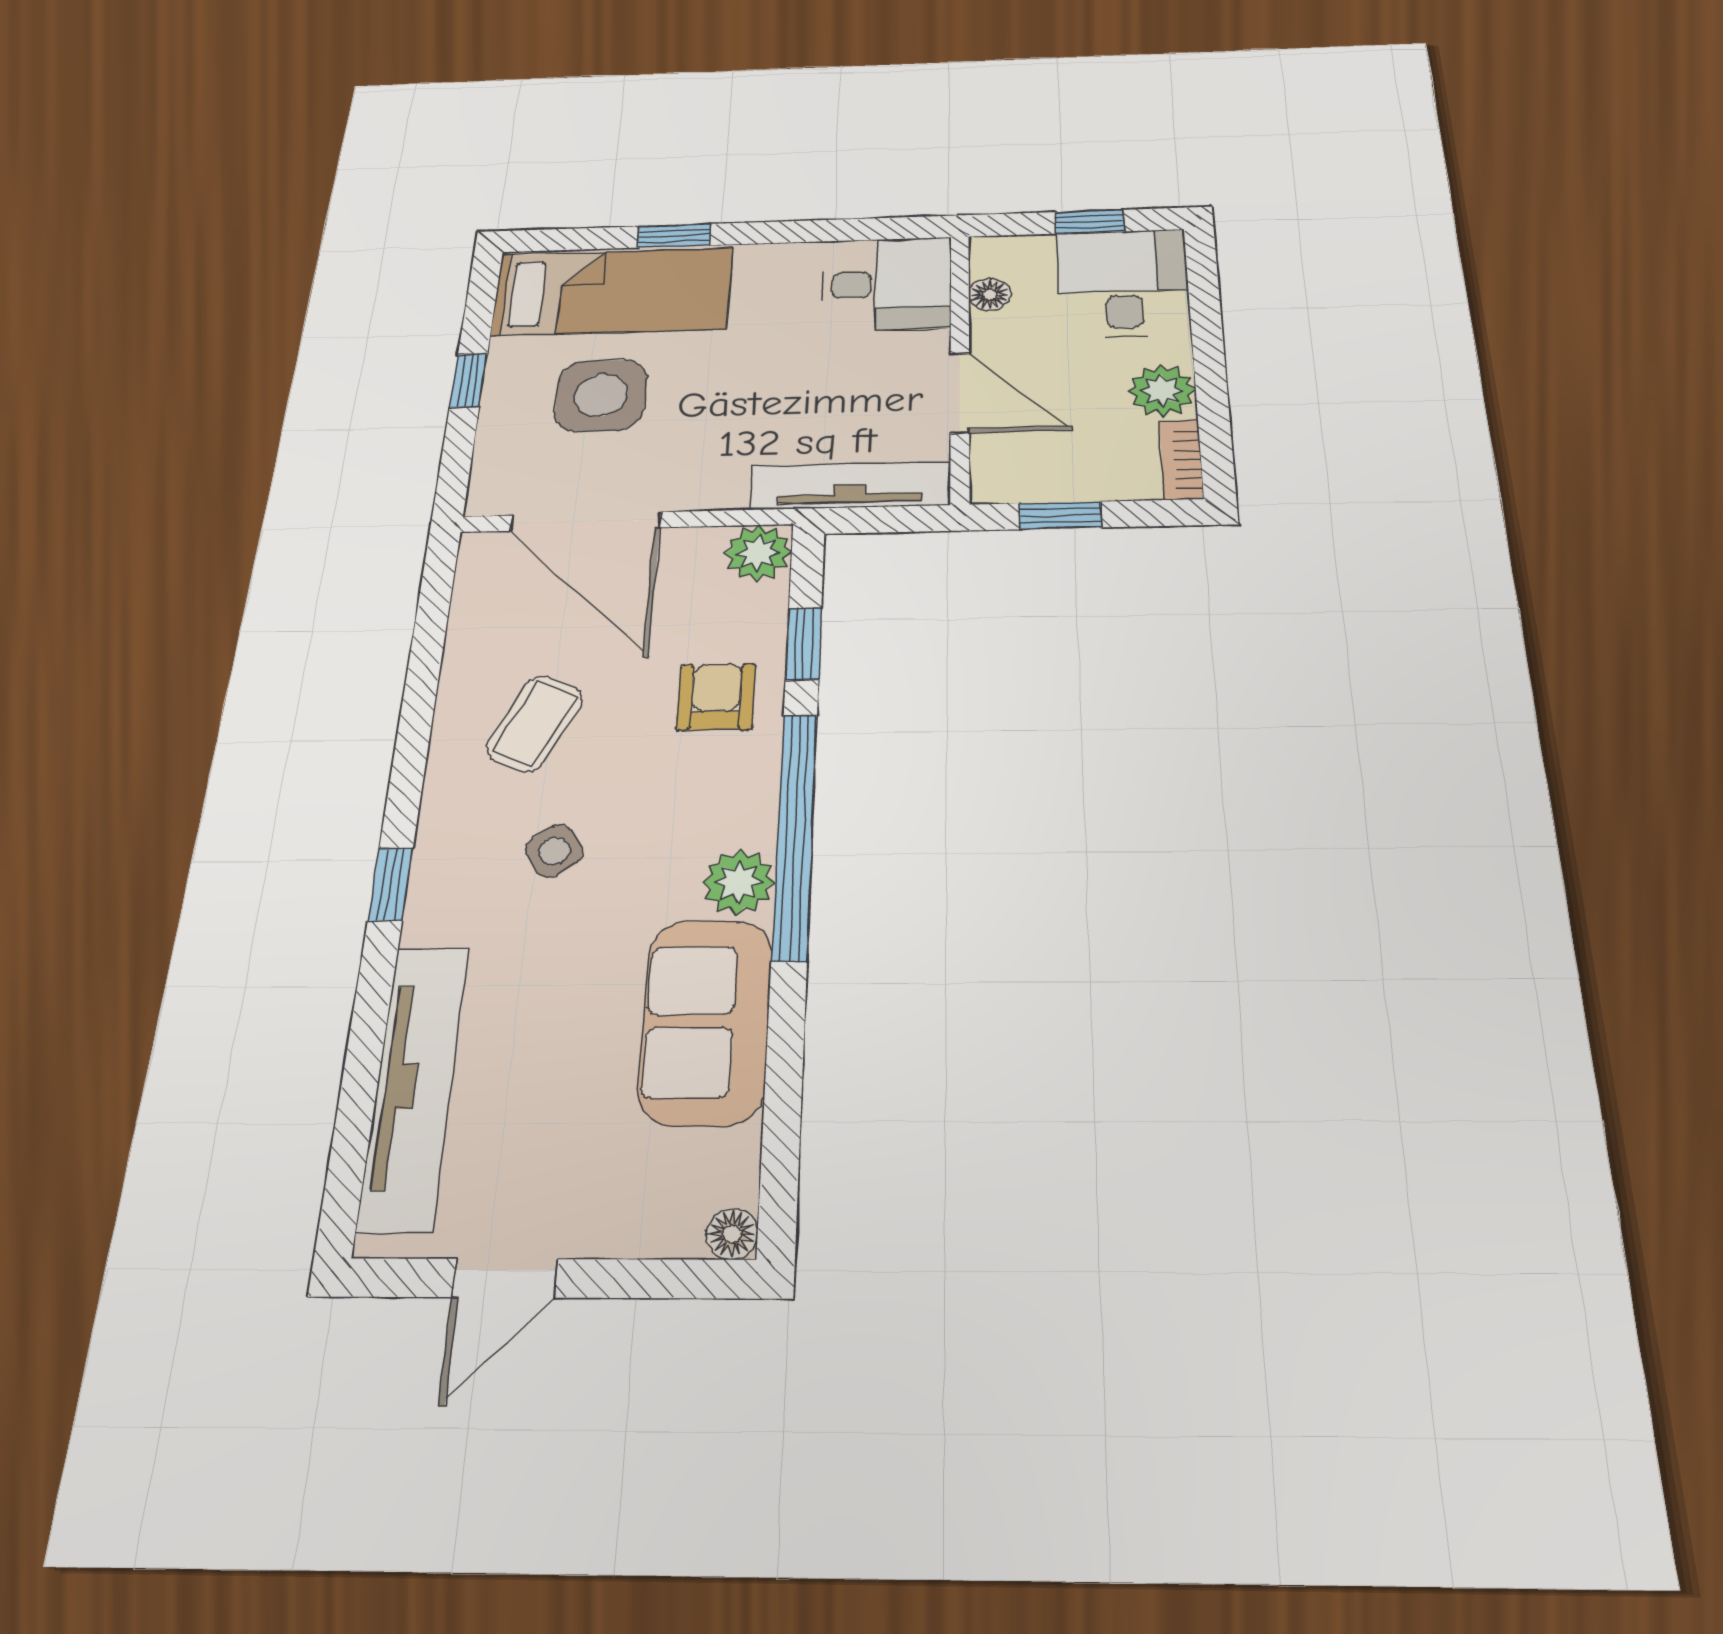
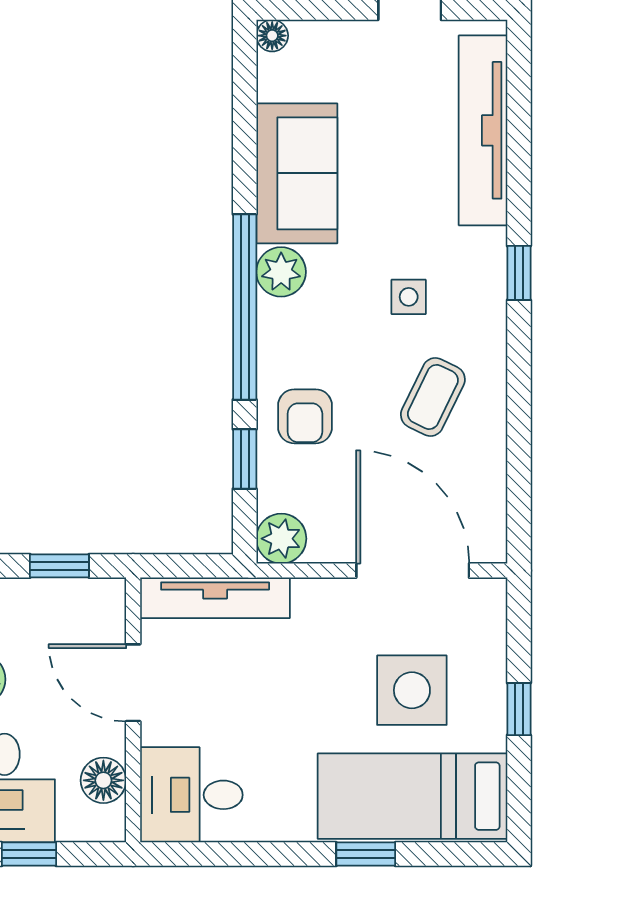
floor lamp: (990, 295) -> (103, 780), width x1.37, depth x1.37
side table: (554, 851) -> (409, 297), turned 34

